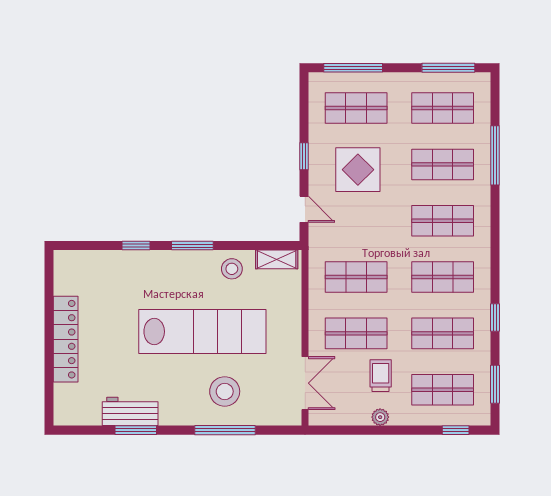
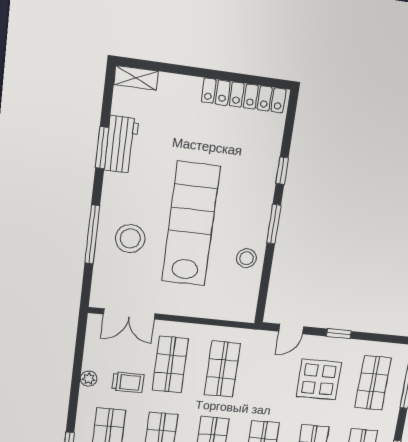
shelving: (277, 259) -> (136, 78), moved, turned 90
lab bench: (202, 332) -> (191, 224), turned 180
locker: (66, 339) -> (244, 96), moved

